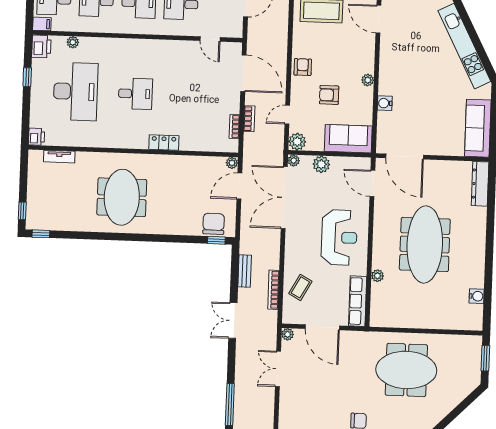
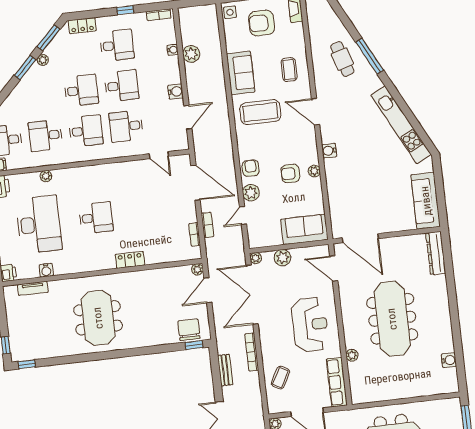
plant: (73, 42) -> (46, 176), moved
armchair: (329, 95) -> (290, 173), moved
water cooler: (385, 103) -> (329, 151), moved
water cooler: (76, 140) -> (46, 270), added
plant: (297, 142) -> (251, 193), moved
bookcase: (274, 290) -> (252, 352), moved

